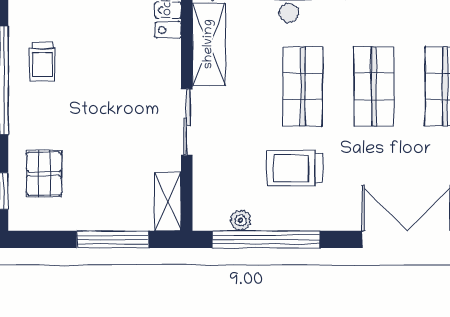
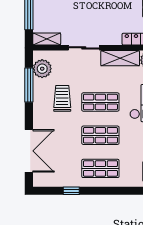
plant: (241, 220) -> (42, 69), width x1.87, depth x1.87
window: (266, 239) -> (29, 85), width x0.68

